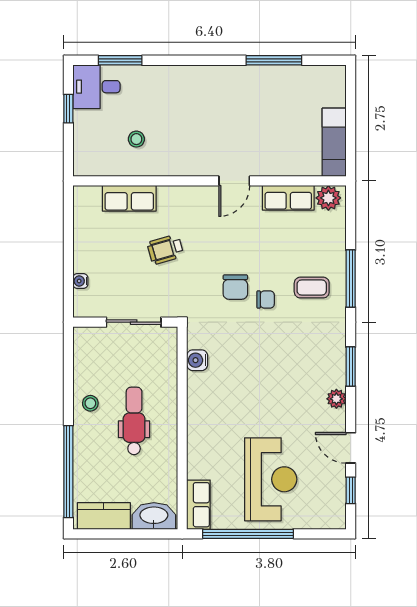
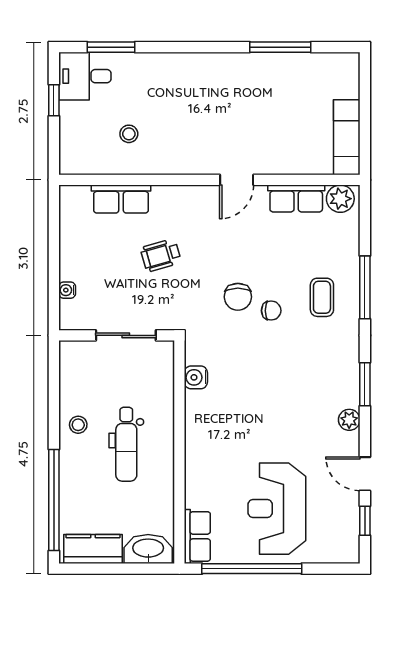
coffee table: (312, 288) -> (322, 297), turned 90
dental chair: (134, 421) -> (126, 444), turned 180
reception desk: (271, 479) -> (277, 509), turned 180

